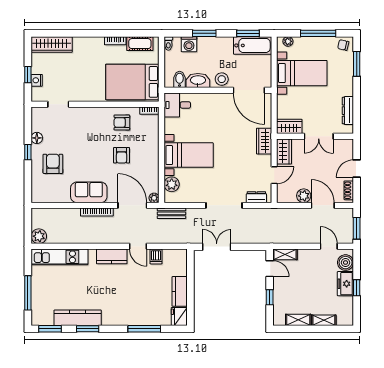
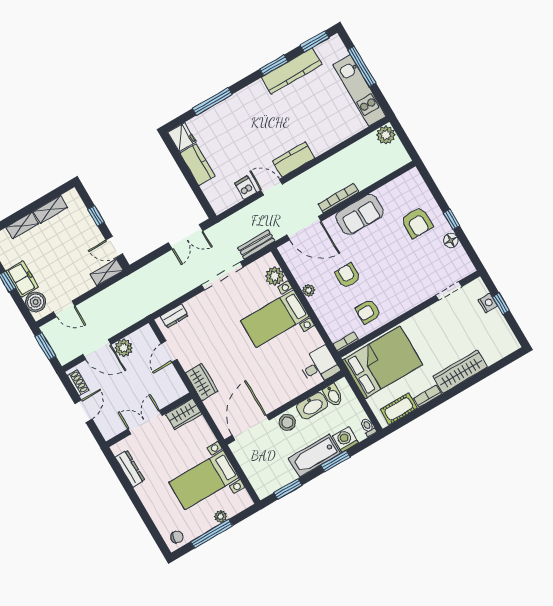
plant: (288, 41) -> (221, 517), moved
wardrobe: (52, 44) -> (460, 372), moved
bathtub: (253, 45) -> (314, 456), moved
window: (357, 64) -> (150, 525), removed
door: (249, 90) -> (251, 428), hinge flipped
armchair: (122, 123) -> (368, 311), turned 180
wardrobe: (284, 151) -> (173, 383), removed
plant: (154, 198) -> (309, 290), moved
doorway: (224, 205) -> (222, 276), moved
kitchen unit: (59, 257) -> (359, 90), moved, turned -90

